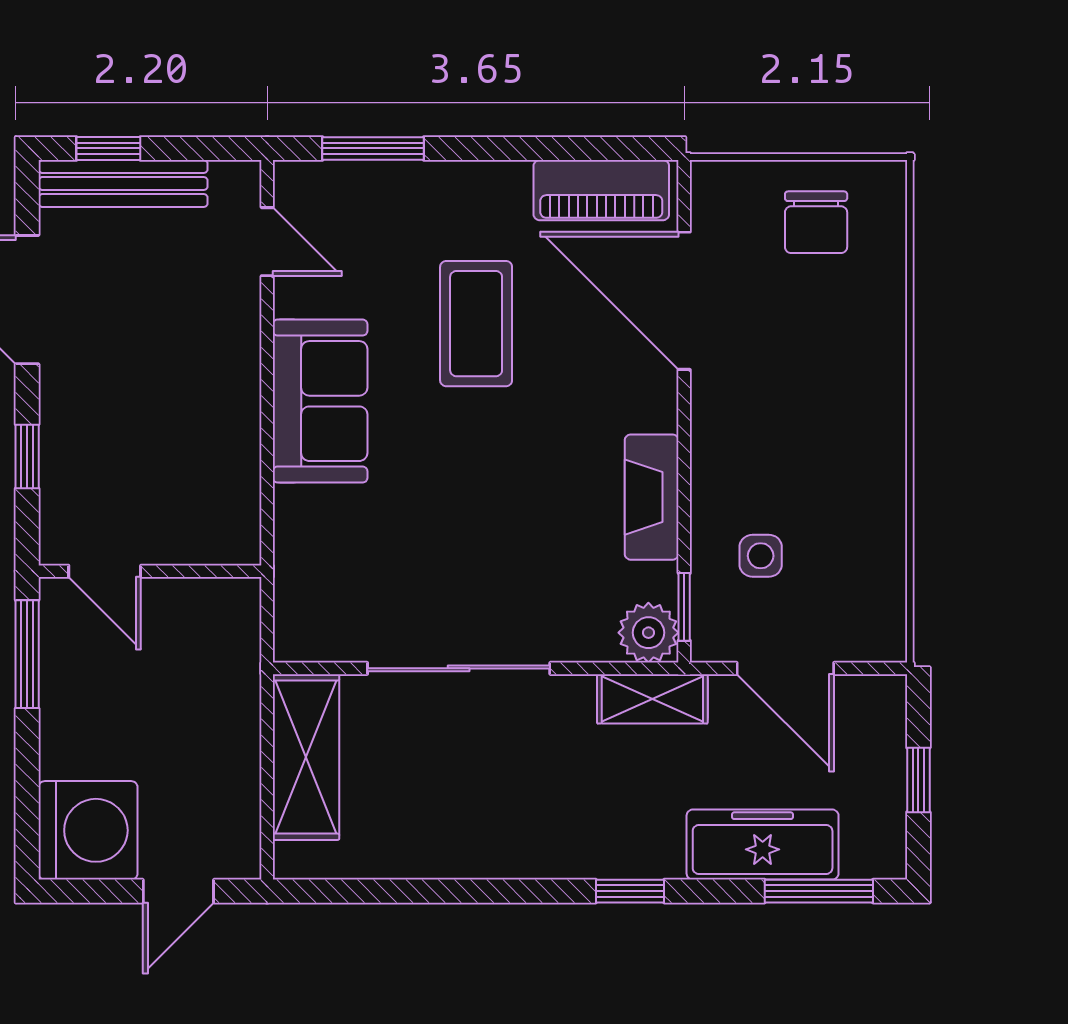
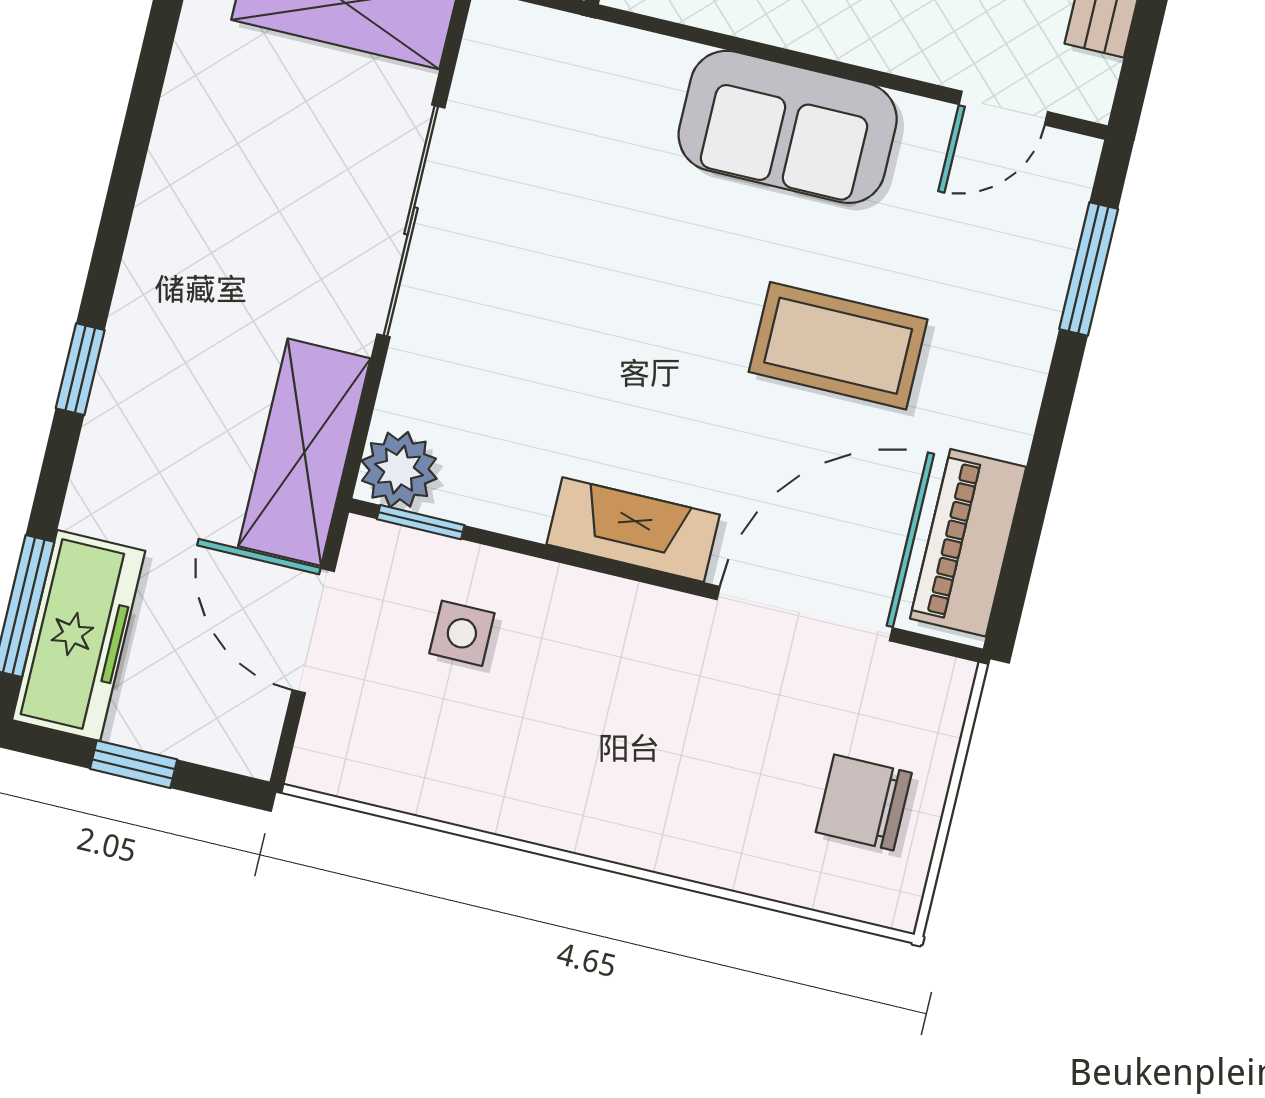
fireplace: (652, 497) -> (633, 530), moved
door: (785, 668) -> (313, 631), hinge flipped
shelving: (652, 699) -> (304, 452), width x1.50, depth x1.33
freezer: (763, 845) -> (79, 635), moved

